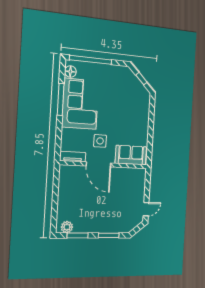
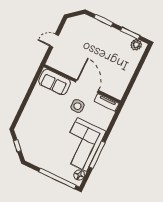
door: (146, 209) -> (54, 41), moved

